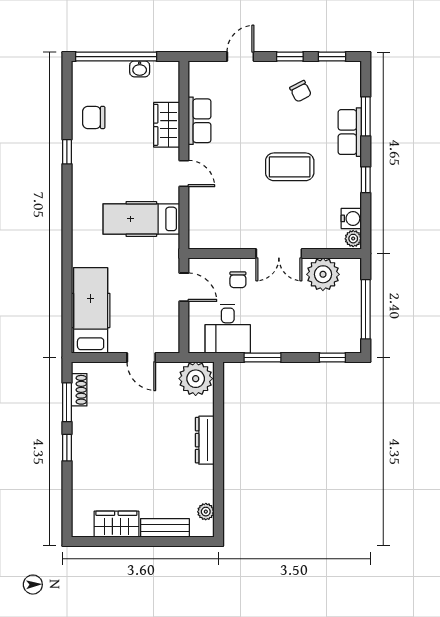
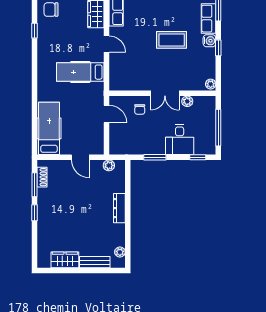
water cooler: (351, 218) -> (209, 41), moved
plant: (323, 274) -> (187, 101), width x0.53, depth x0.53
desk: (228, 329) -> (180, 140), moved
plant: (196, 379) -> (109, 165), width x0.53, depth x0.53

